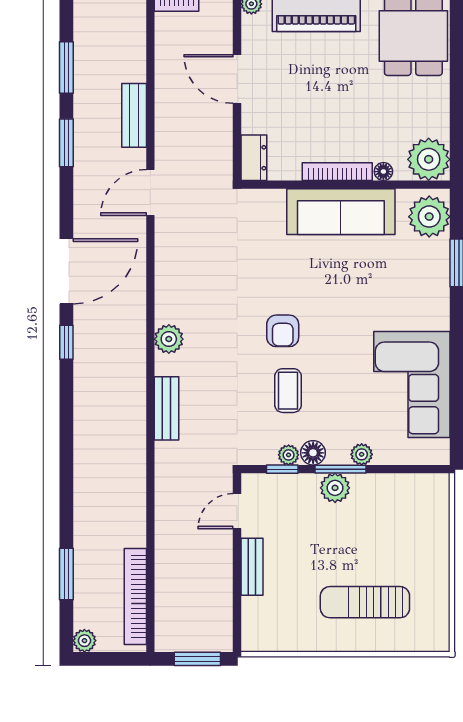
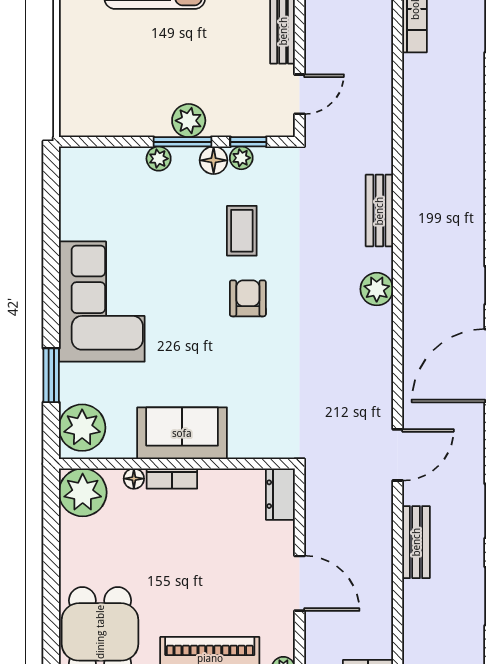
bookcase: (337, 172) -> (172, 479), width x0.64
sofa: (341, 212) -> (182, 433), width x0.73
corner sofa: (412, 384) -> (102, 302), moved

